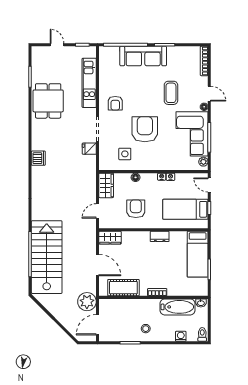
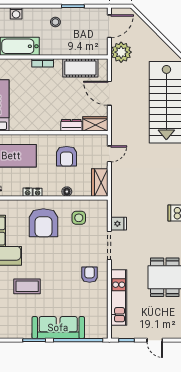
coffee table: (171, 93) -> (27, 286), turned 90
armchair: (145, 129) -> (43, 223), moved
dresser: (160, 236) -> (71, 125), moved

